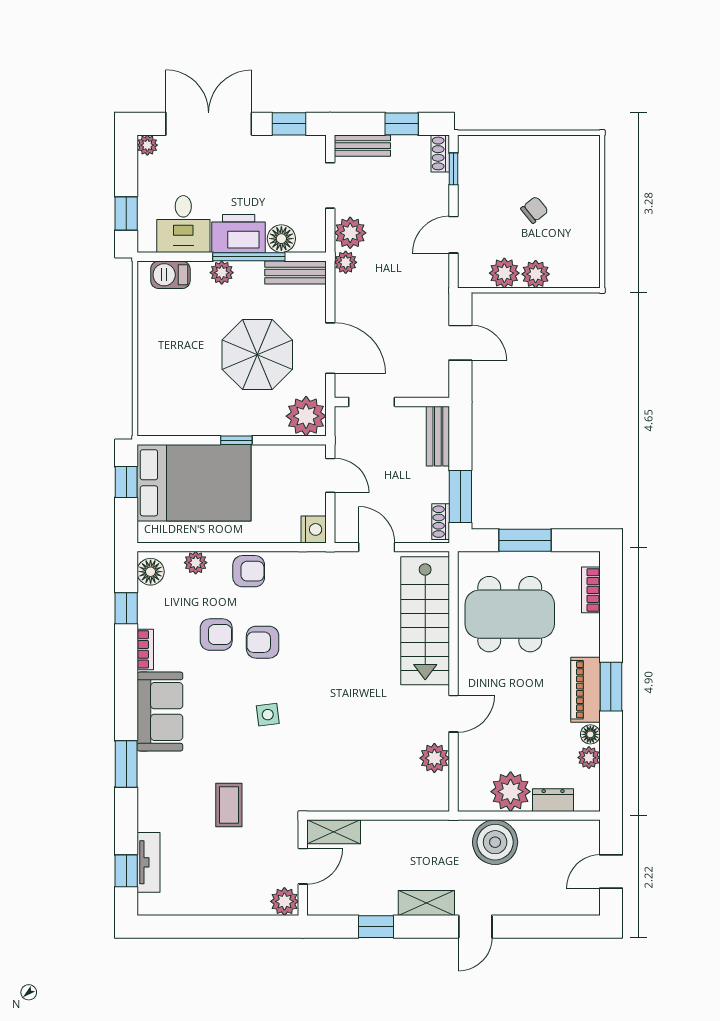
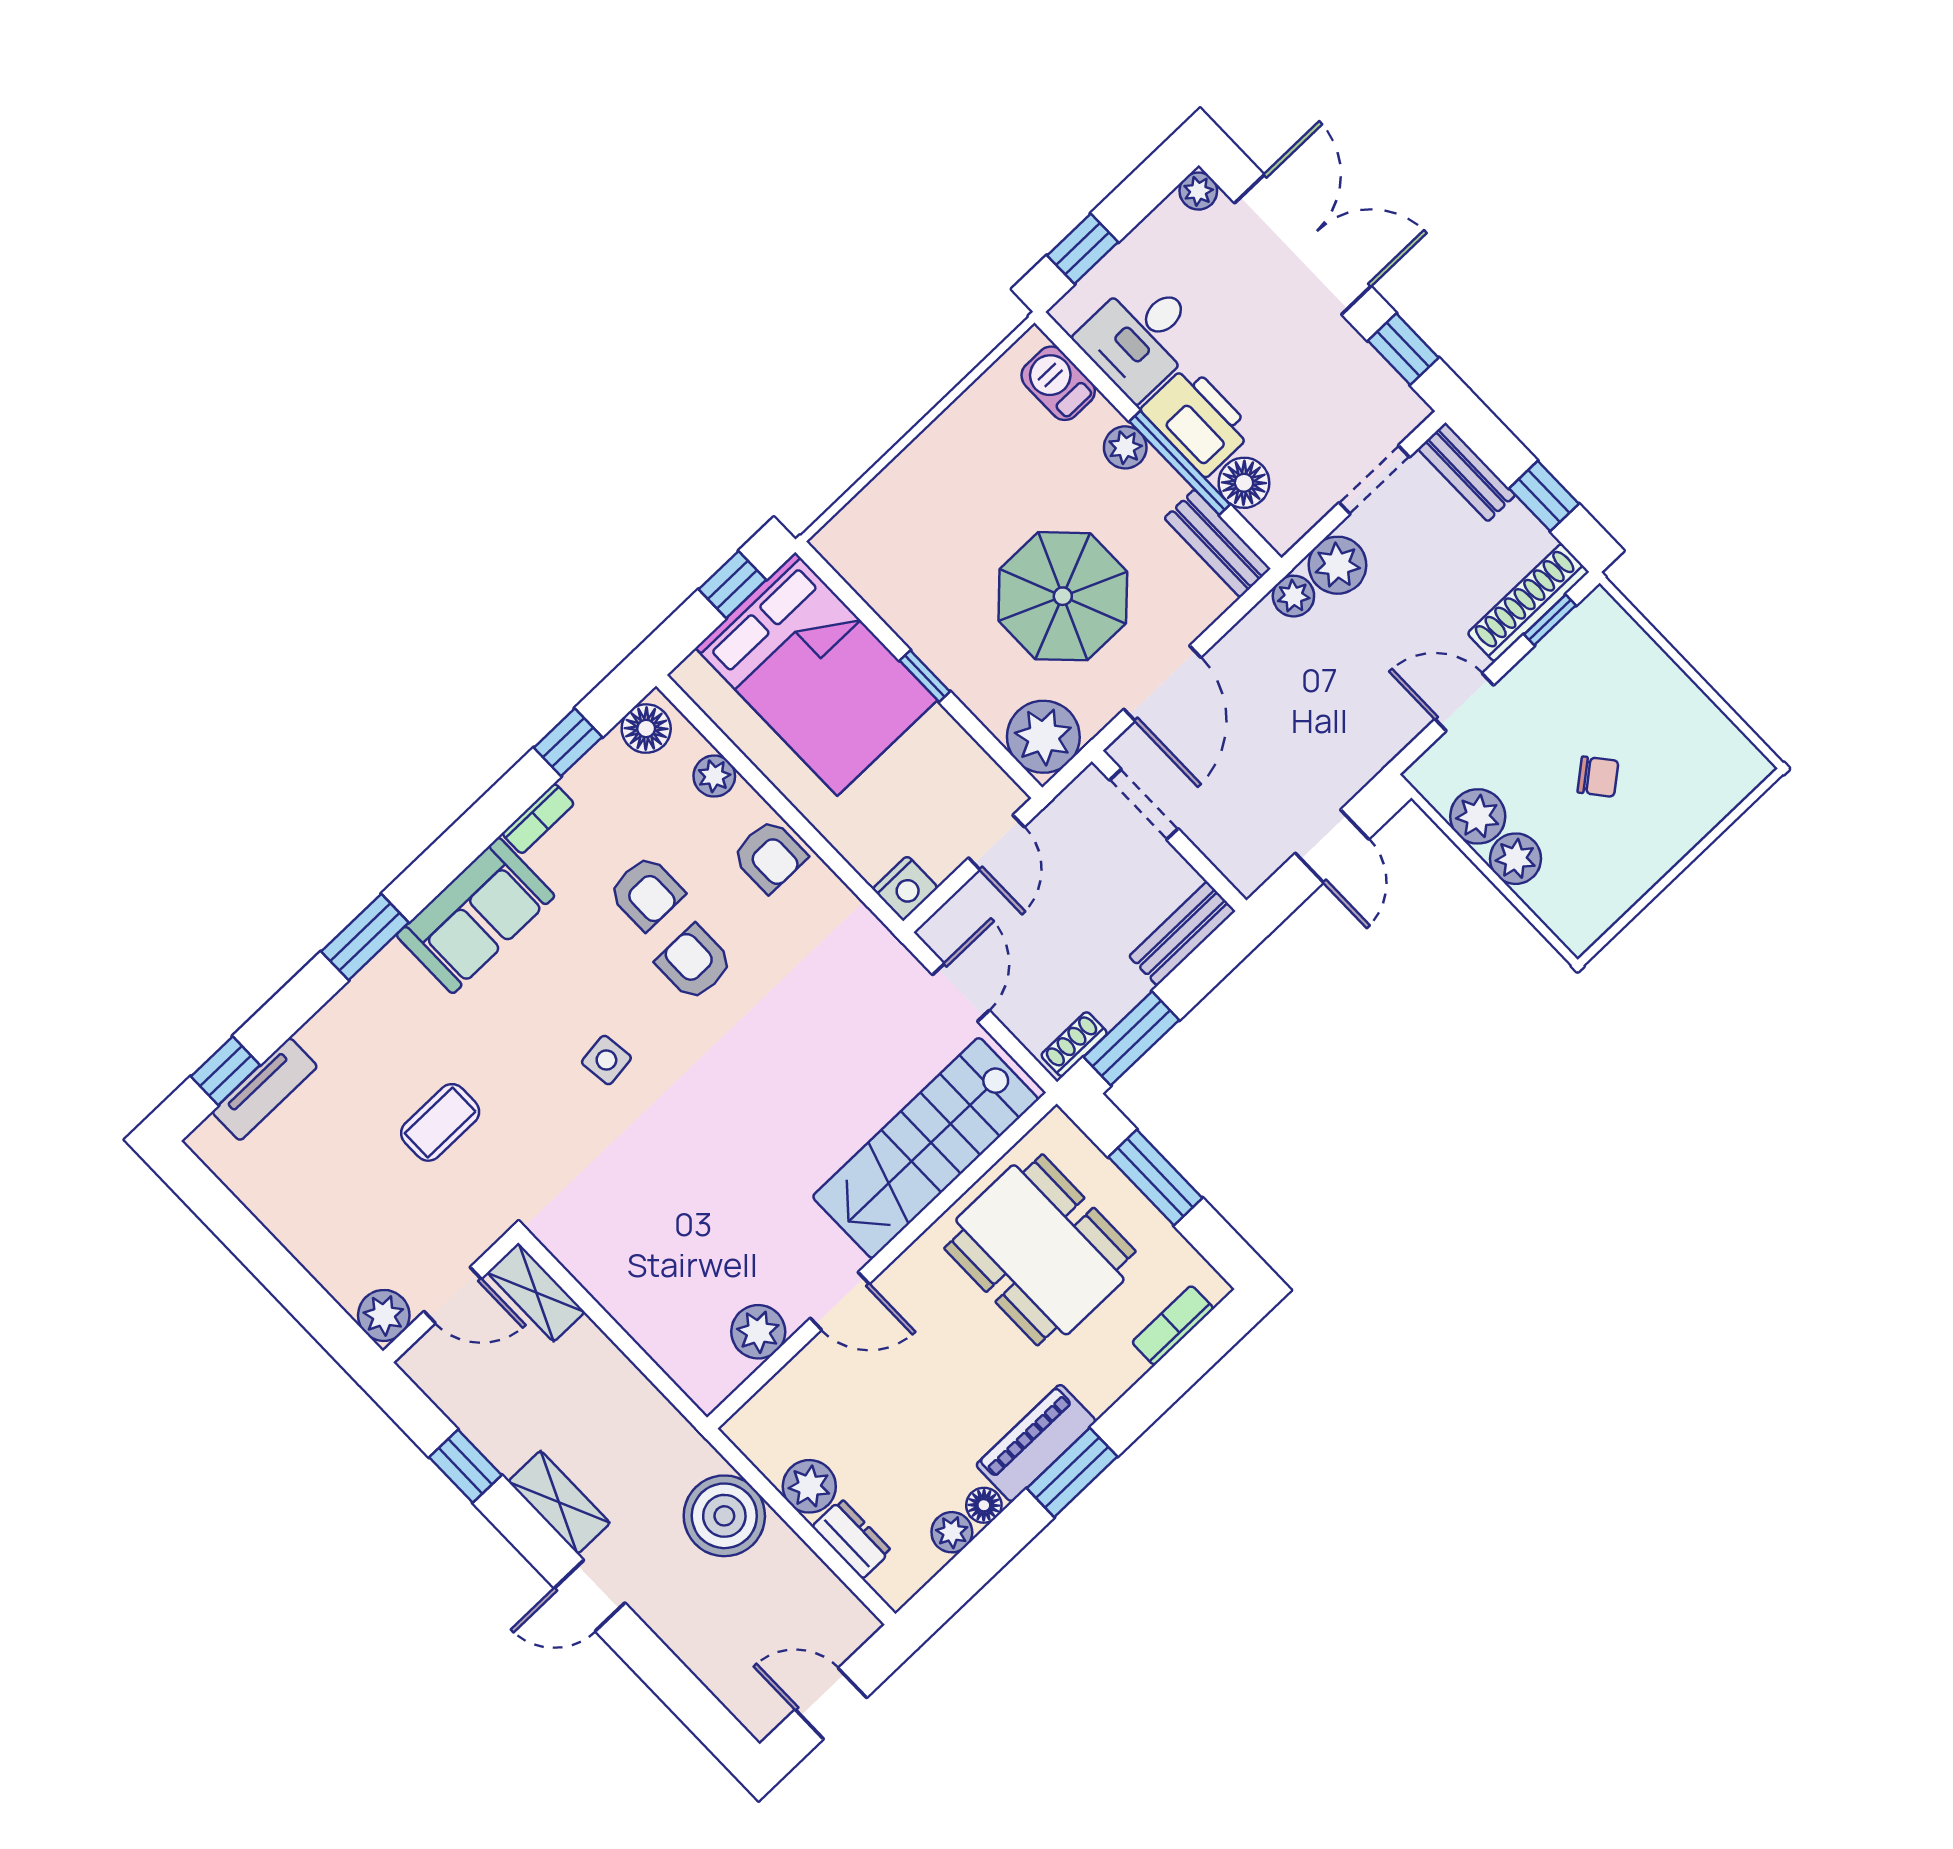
shoe rack: (440, 153) -> (1528, 603), width x1.94, depth x1.24
plant: (511, 792) -> (809, 1486), width x0.73, depth x0.73

